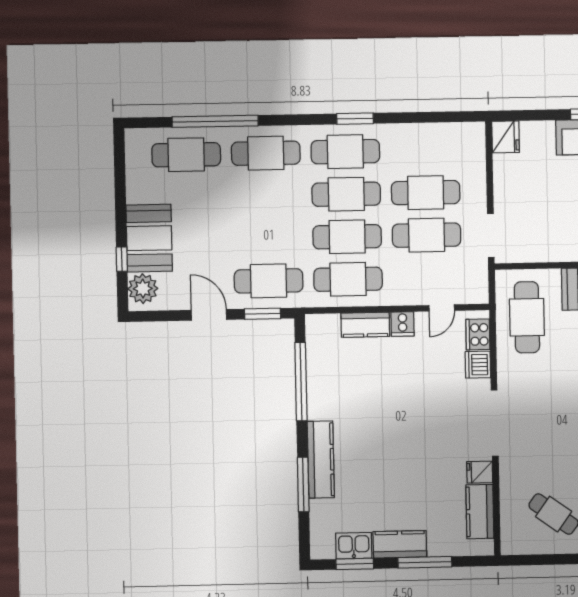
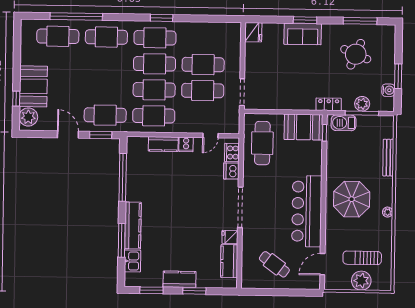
kitchen sink: (354, 546) -> (132, 261), moved, turned 90
window: (425, 562) -> (194, 291), width x0.69

